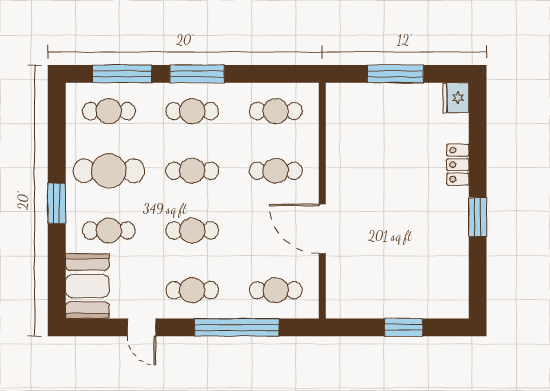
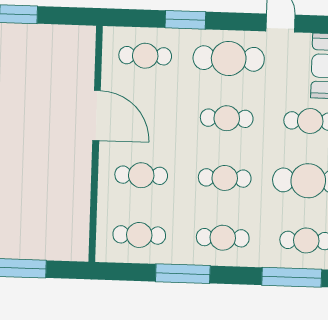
window: (197, 74) -> (183, 274), moved
cafe table: (192, 290) -> (229, 58), width x1.37, depth x1.35
window: (237, 327) -> (185, 20), width x0.47

